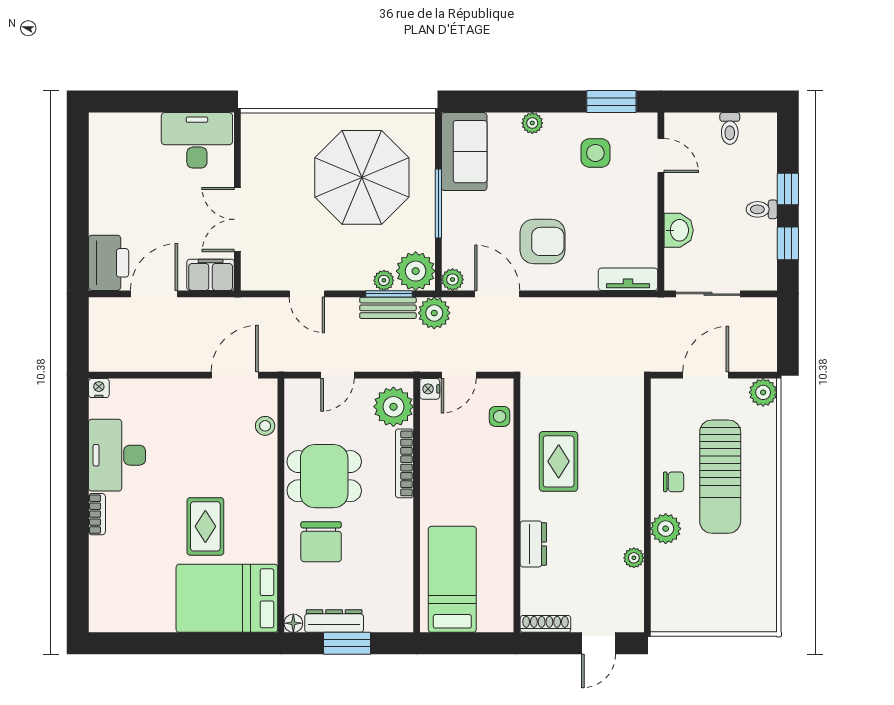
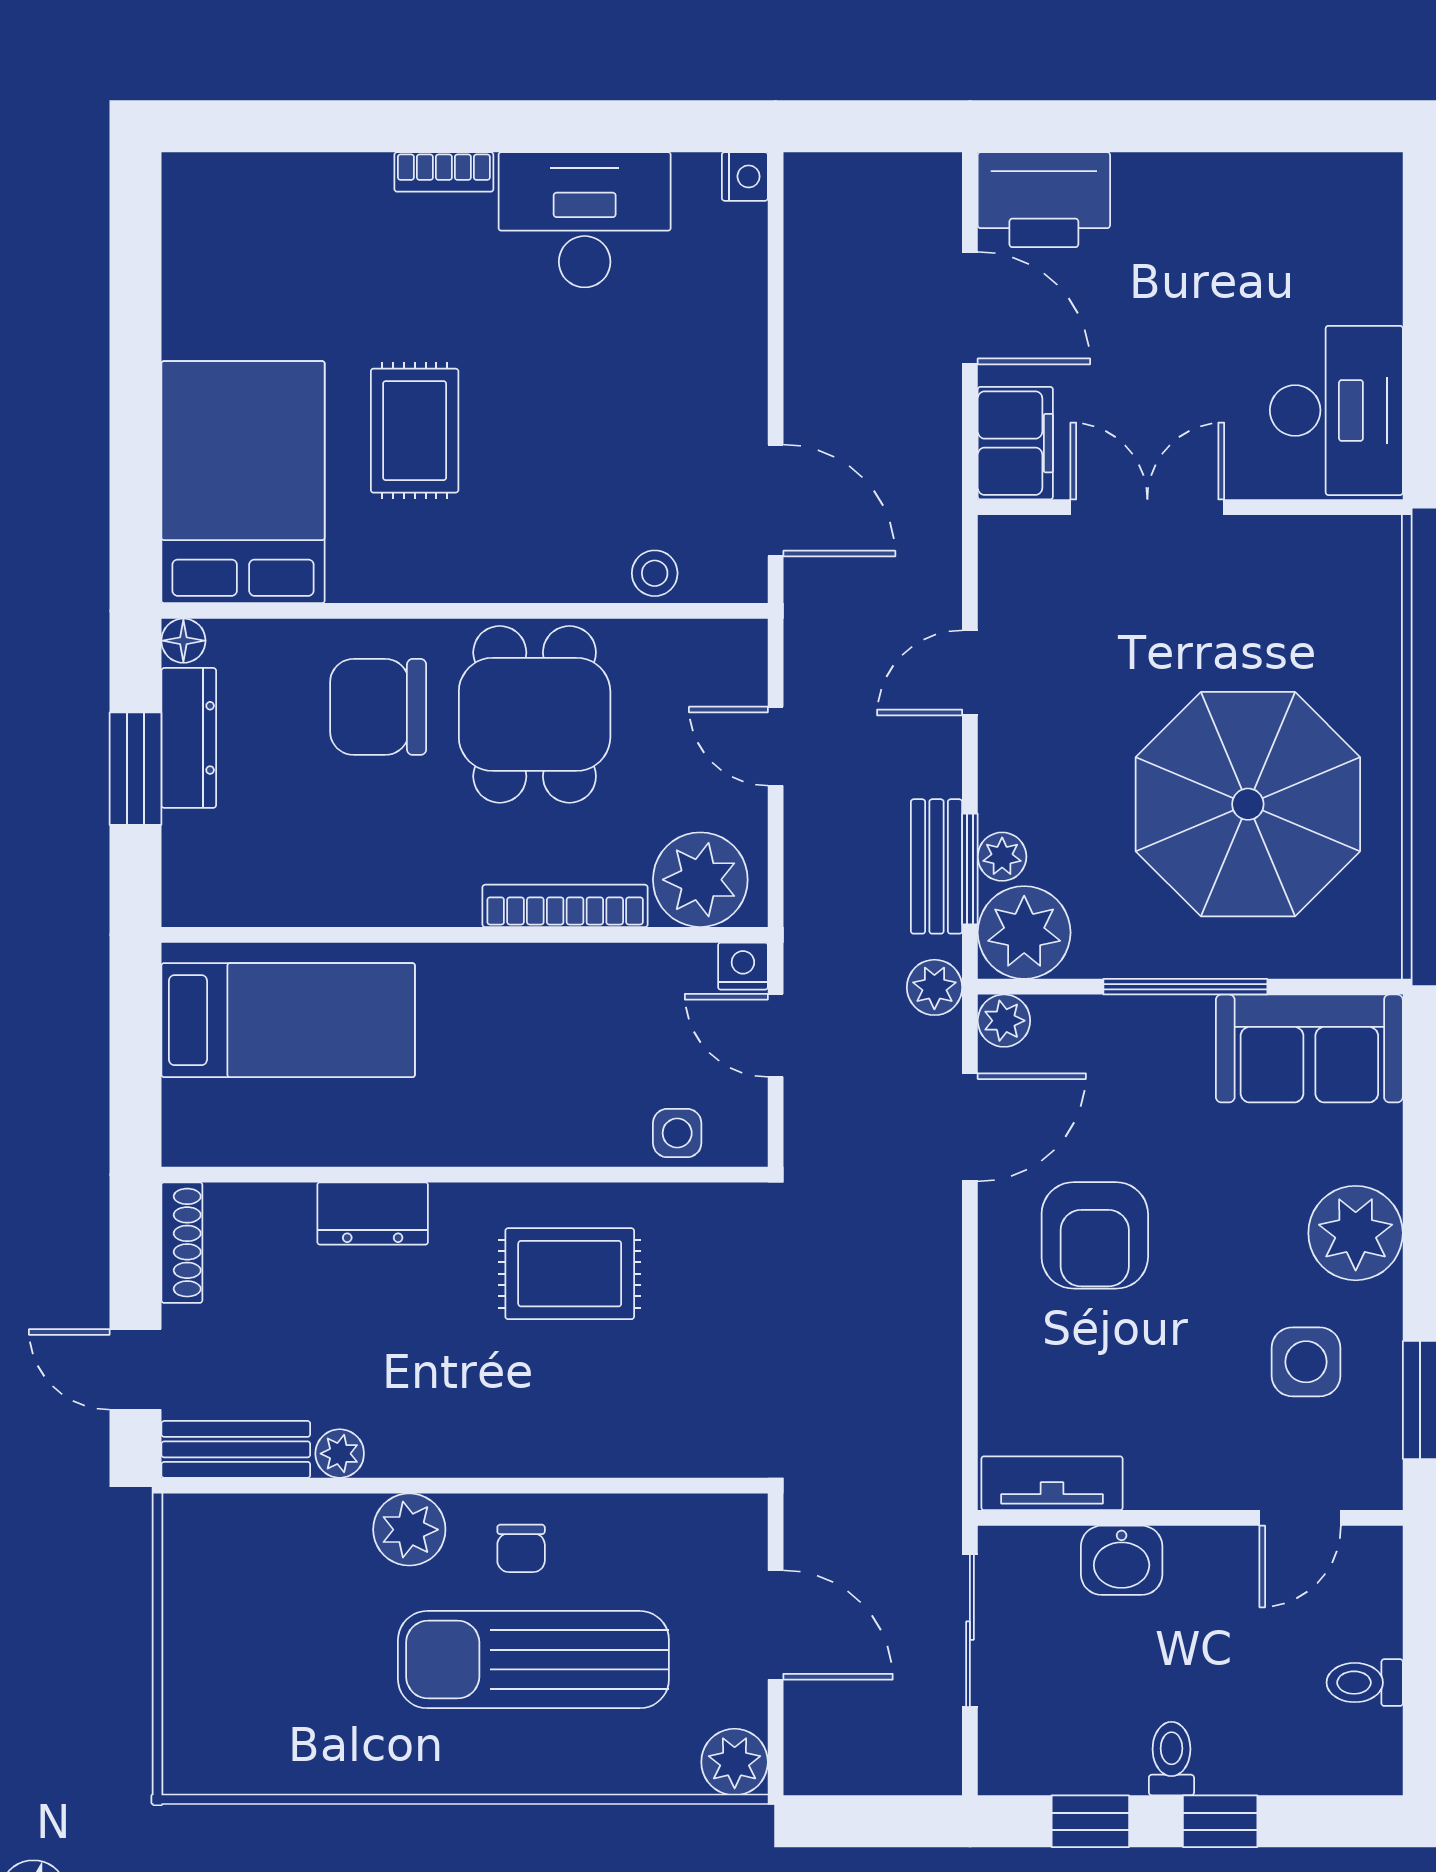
plant: (532, 123) -> (1356, 1233), width x1.88, depth x1.88
tv unit: (628, 279) -> (1052, 1483), moved, turned -90
plant: (434, 313) -> (934, 987), width x0.73, depth x0.73
rug: (205, 526) -> (415, 431), turned 90
bench: (632, 601) -> (236, 1449), added

